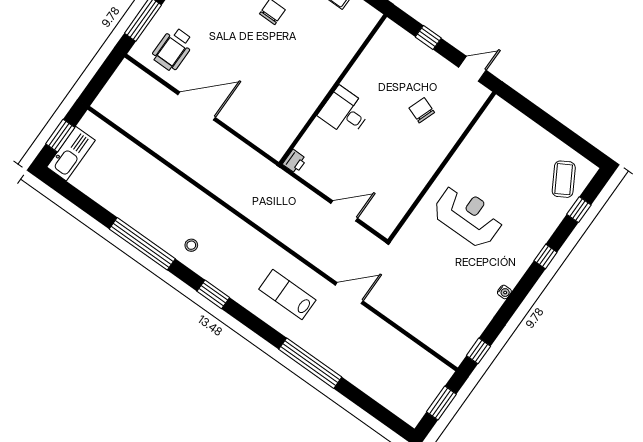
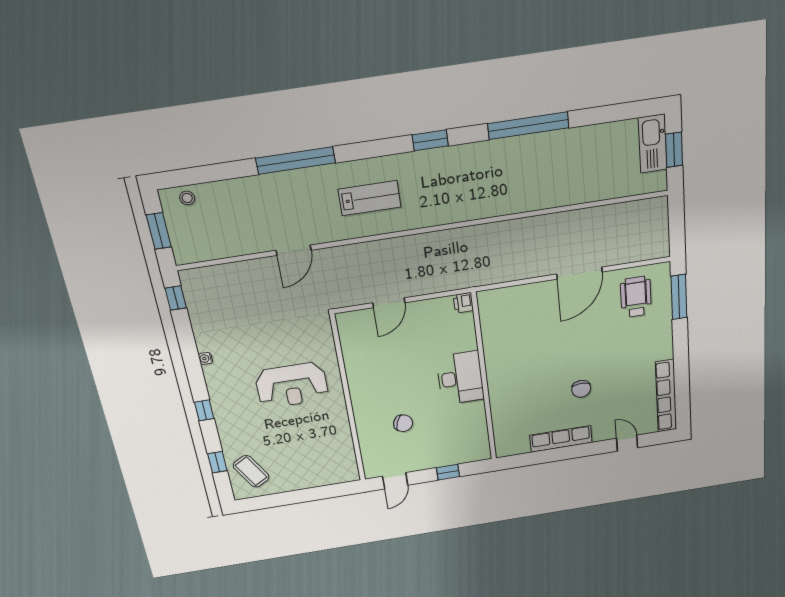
desk: (345, 112) -> (460, 378), width x1.37
stool: (191, 245) -> (187, 198), moved
door: (349, 293) -> (293, 250), moved

